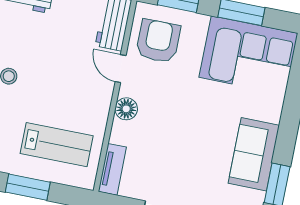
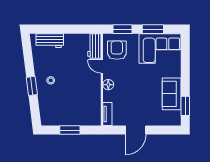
lab bench: (57, 145) -> (79, 108), removed

